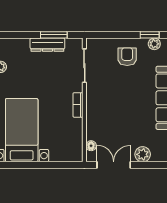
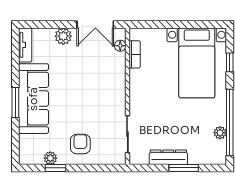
window: (54, 35) -> (184, 168), moved
armchair: (127, 57) -> (80, 144), turned 180
bookcase: (78, 105) -> (135, 54), moved

